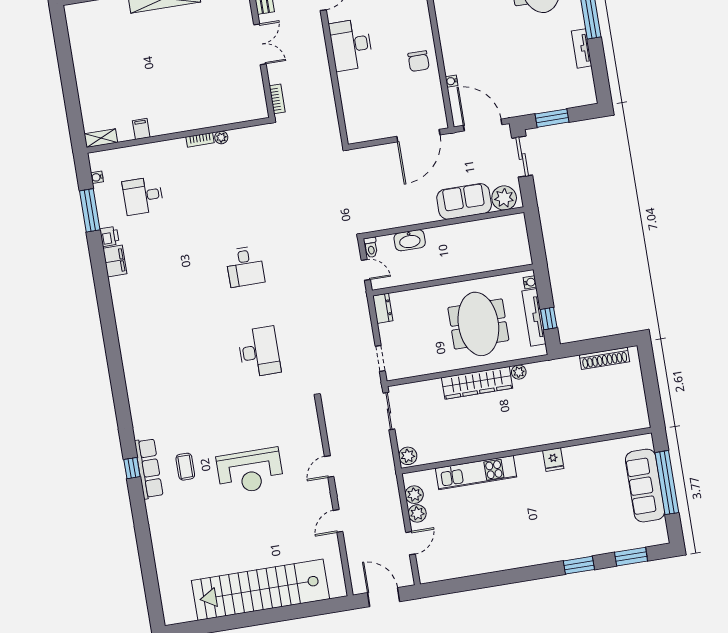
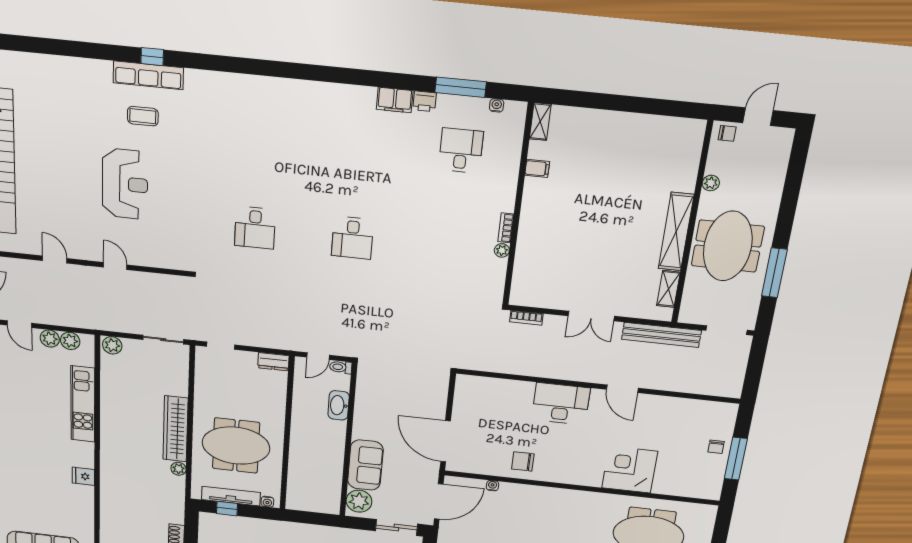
desk: (245, 267) -> (352, 238), turned -90
desk: (259, 352) -> (255, 228), width x0.73
reception desk: (250, 471) -> (125, 184), turned 180

